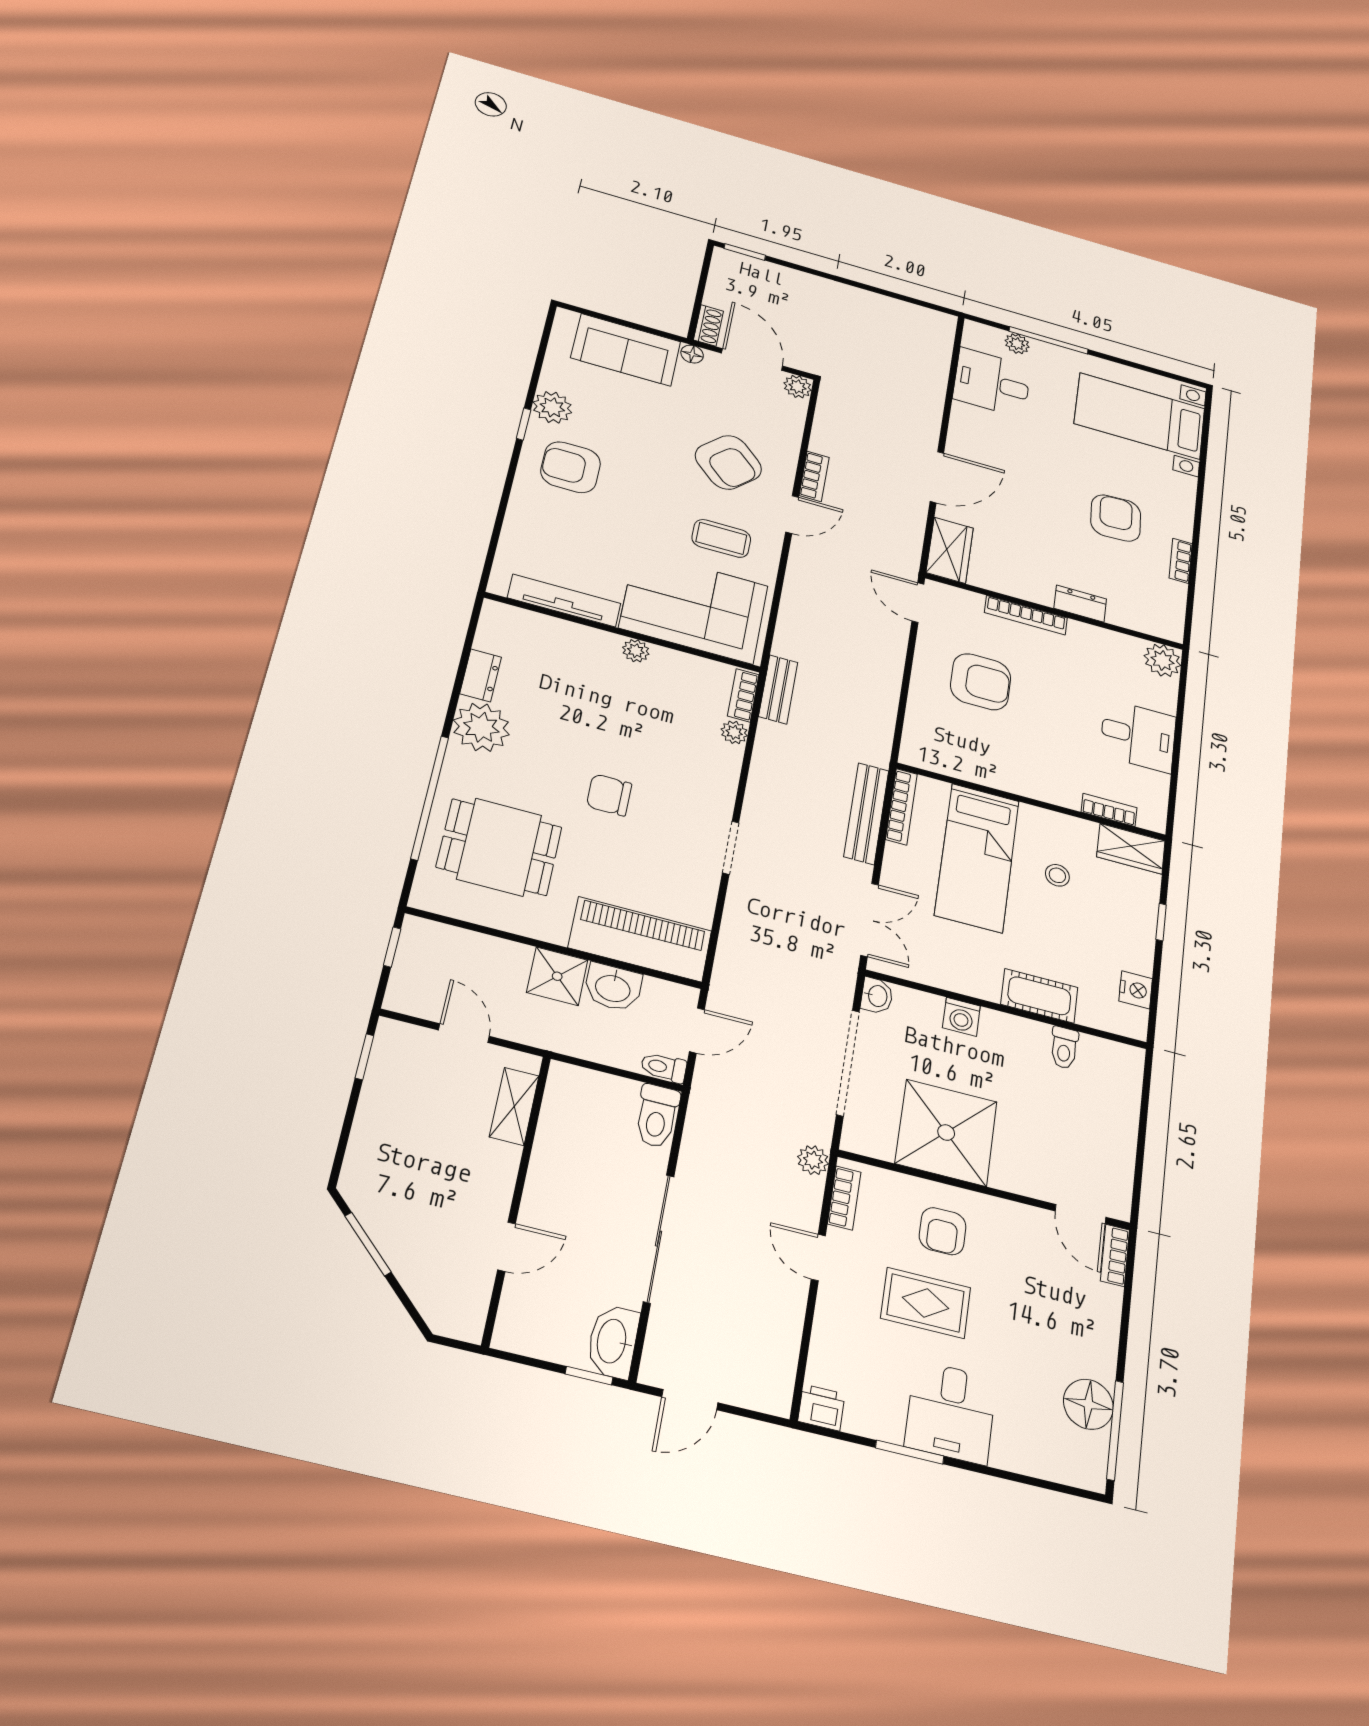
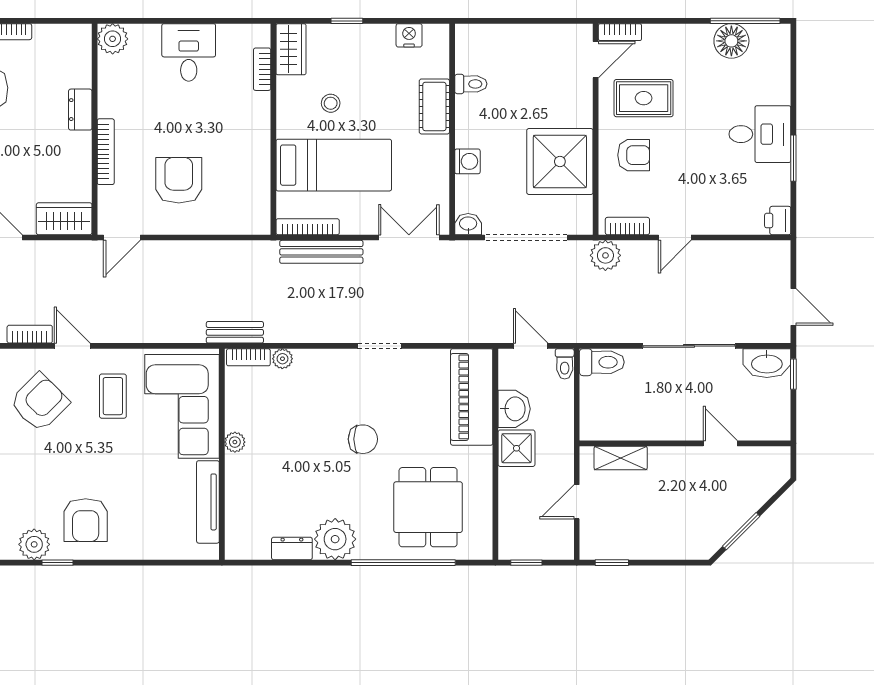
chair: (609, 795) -> (363, 439), turned -90
plant: (813, 1160) -> (605, 255), width x1.38, depth x1.38
rug: (926, 1303) -> (644, 98), moved, turned 90

